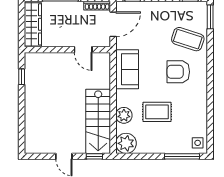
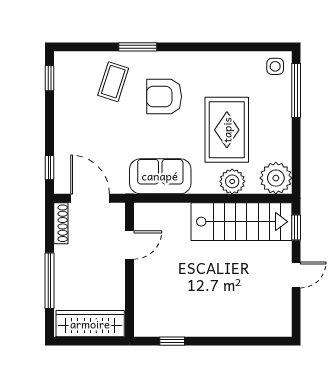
window: (210, 17) -> (138, 47), moved
coffee table: (188, 39) -> (113, 82), width x0.73, depth x0.77
armchair: (178, 72) -> (164, 97), turned 90
rug: (157, 112) -> (227, 130), width x1.36, depth x1.43

